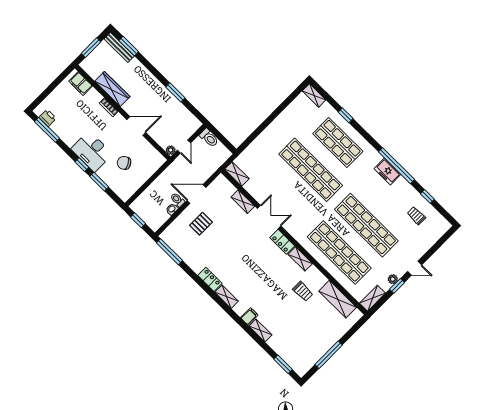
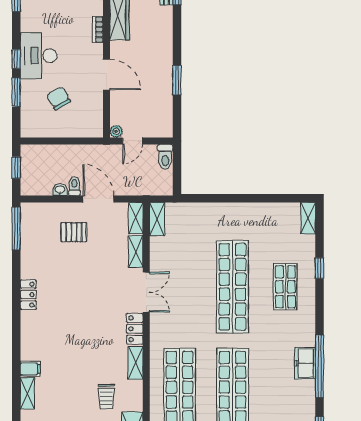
shop shelf: (338, 142) -> (285, 287), width x0.70, depth x0.74
shelving: (227, 297) -> (136, 218), moved

